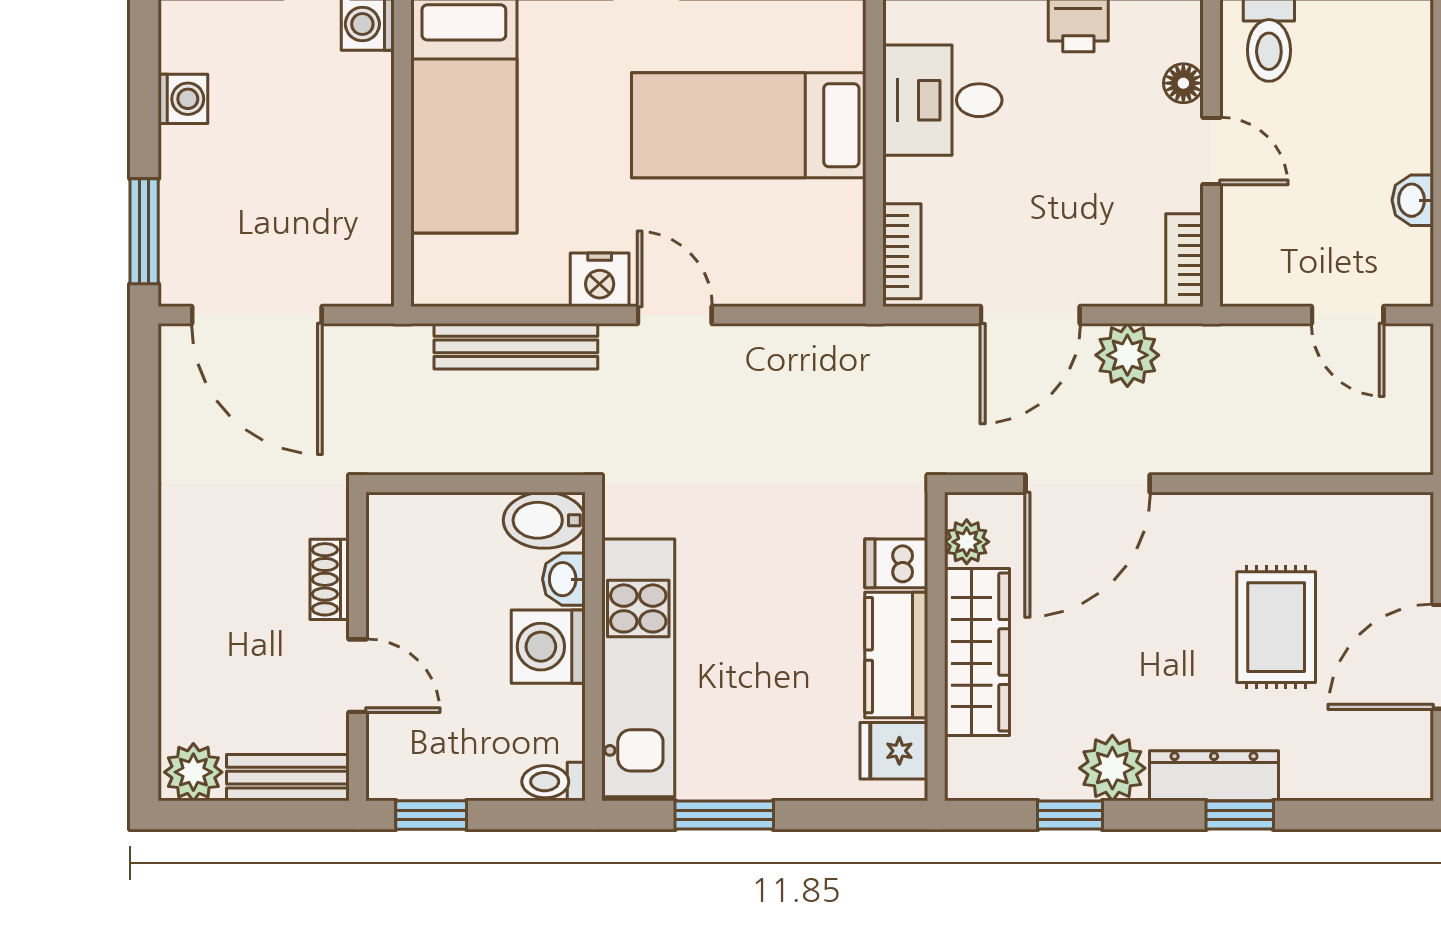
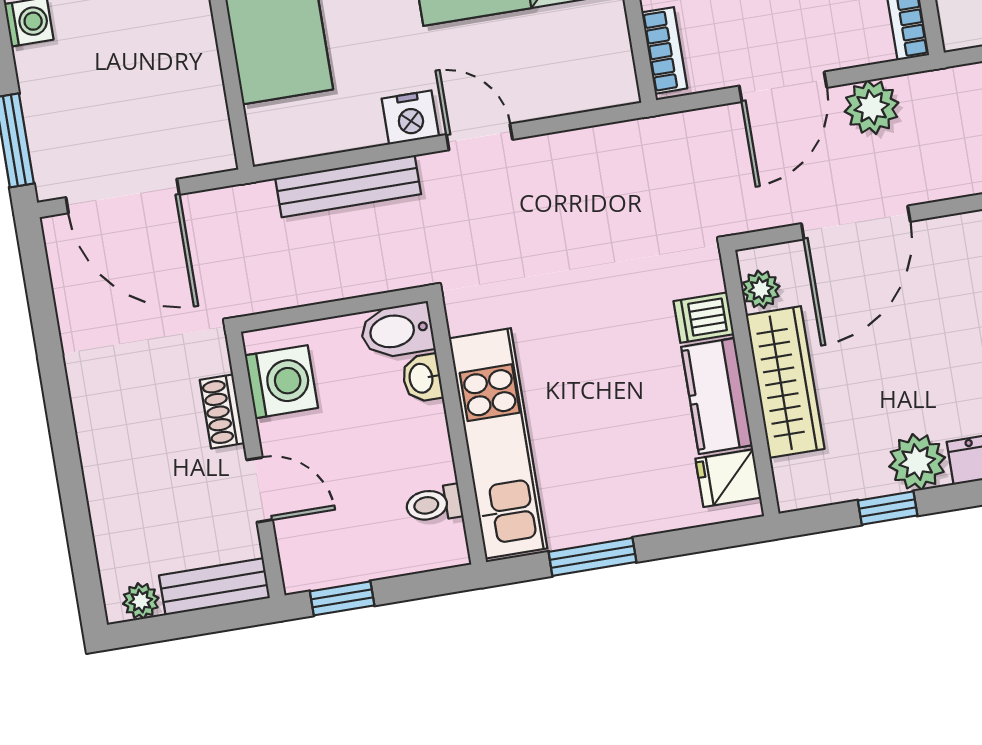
washing machine: (548, 647) -> (281, 382), moved, turned 180
plant: (193, 772) -> (141, 601), width x0.73, depth x0.73
toilet: (553, 782) -> (434, 504), moved

